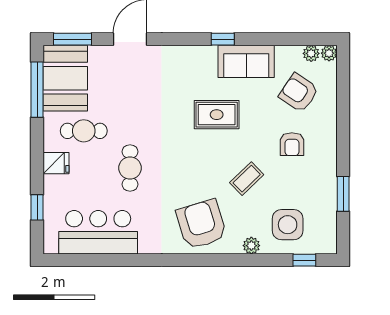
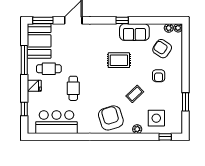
window: (37, 90) -> (24, 60), moved

